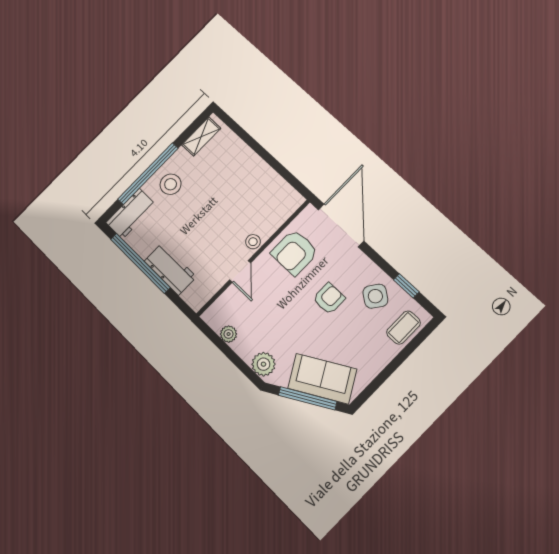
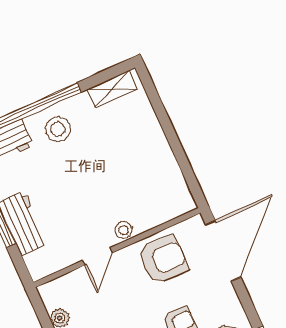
armchair: (295, 252) -> (163, 260), turned 180

